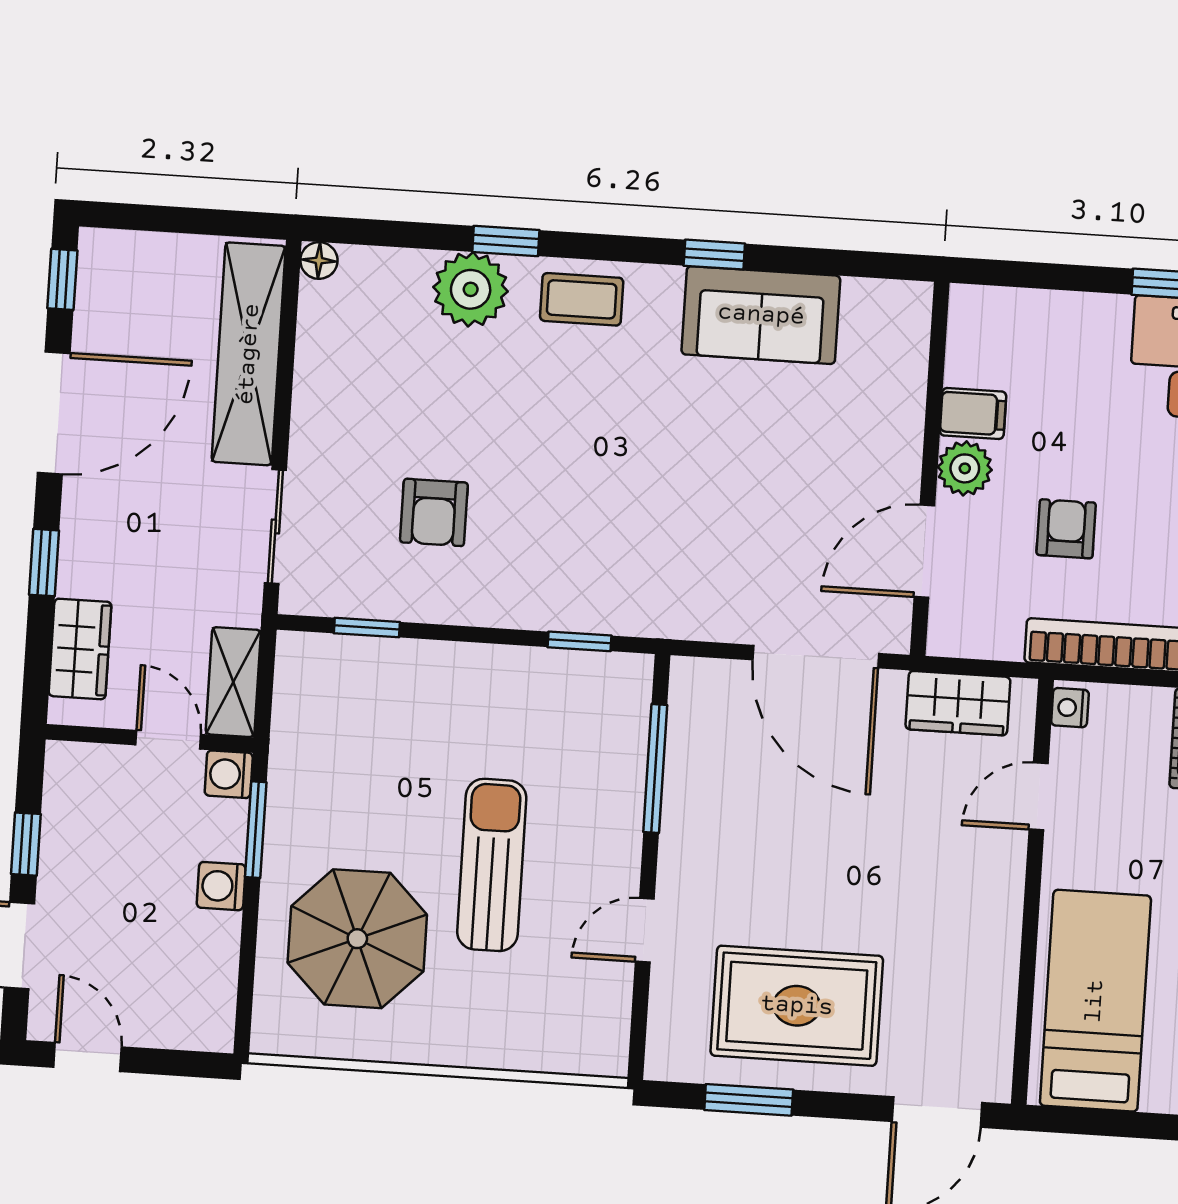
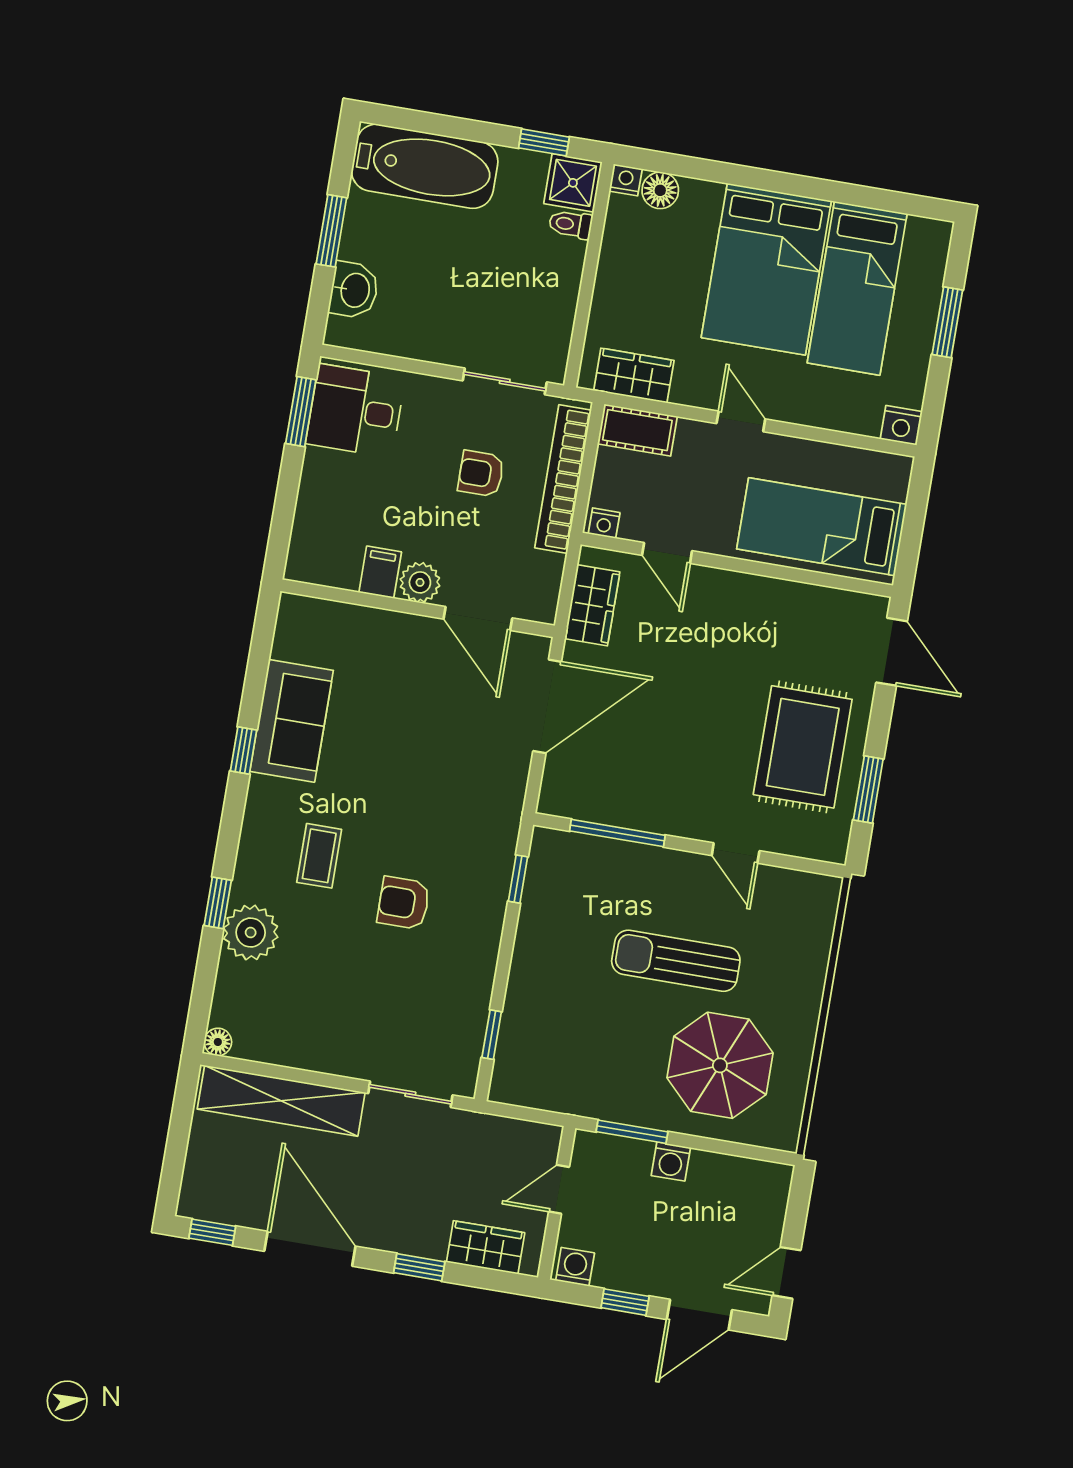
coffee table: (582, 299) -> (319, 856), moved
armchair: (434, 512) -> (404, 903), moved, turned 180
armchair: (1066, 529) -> (481, 474), moved
shelving: (233, 682) -> (522, 1137), removed
washing machine: (229, 774) -> (575, 1267), moved, turned 180

